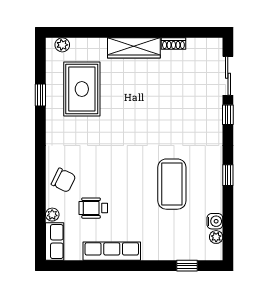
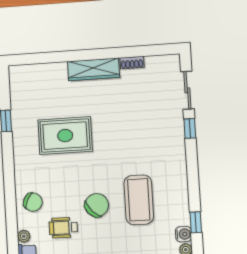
plant: (62, 45) -> (24, 71), removed
rug: (82, 89) -> (65, 136), moved, turned 90
window: (228, 175) -> (196, 222), moved
chair: (129, 187) -> (97, 205), added

